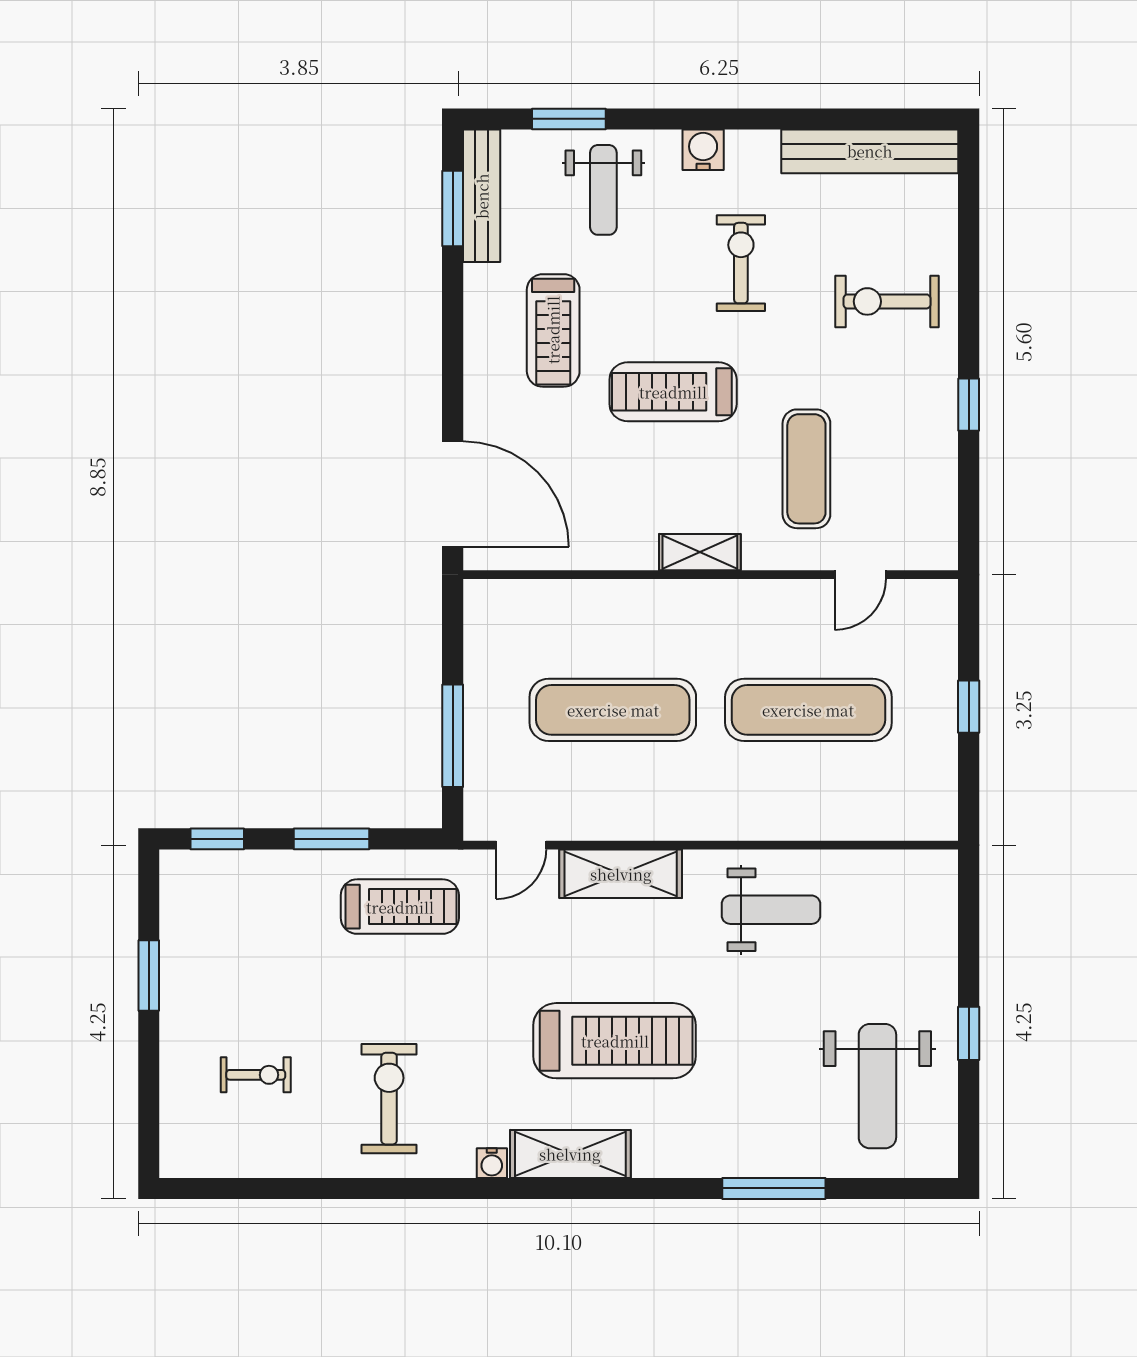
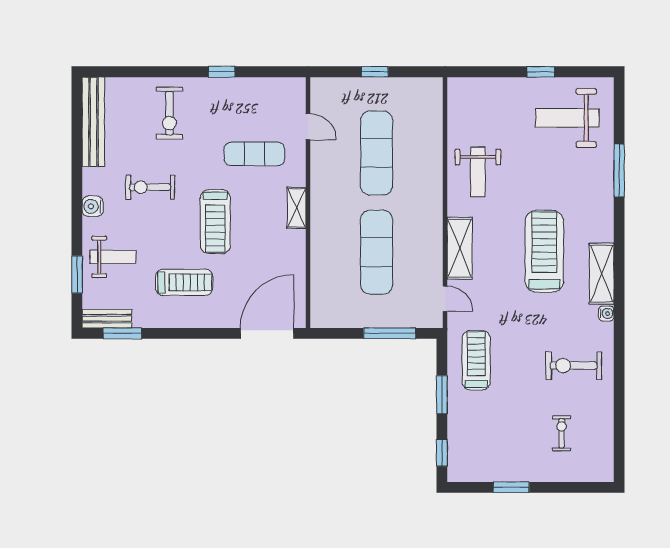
bench: (482, 196) -> (107, 319), width x0.73
weight bench: (771, 910) -> (478, 172), turned 180
weight bench: (877, 1086) -> (567, 118), turned 180

